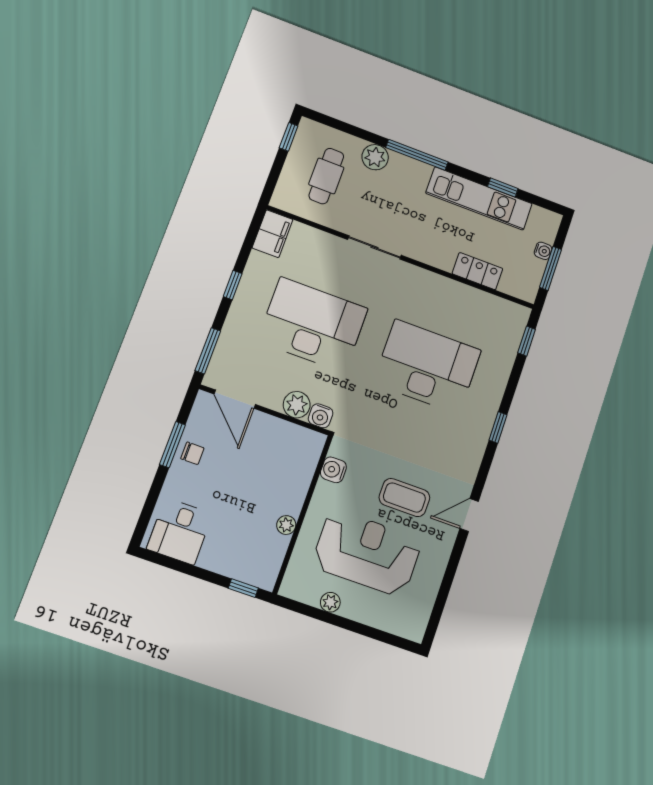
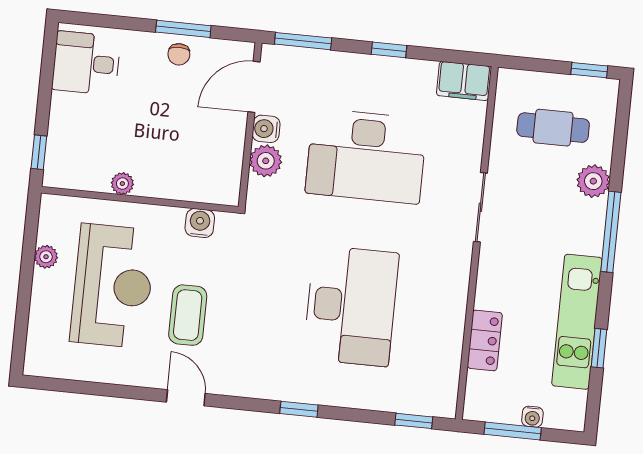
desk: (313, 325) -> (366, 156), turned 90
water cooler: (321, 416) -> (266, 129), moved

